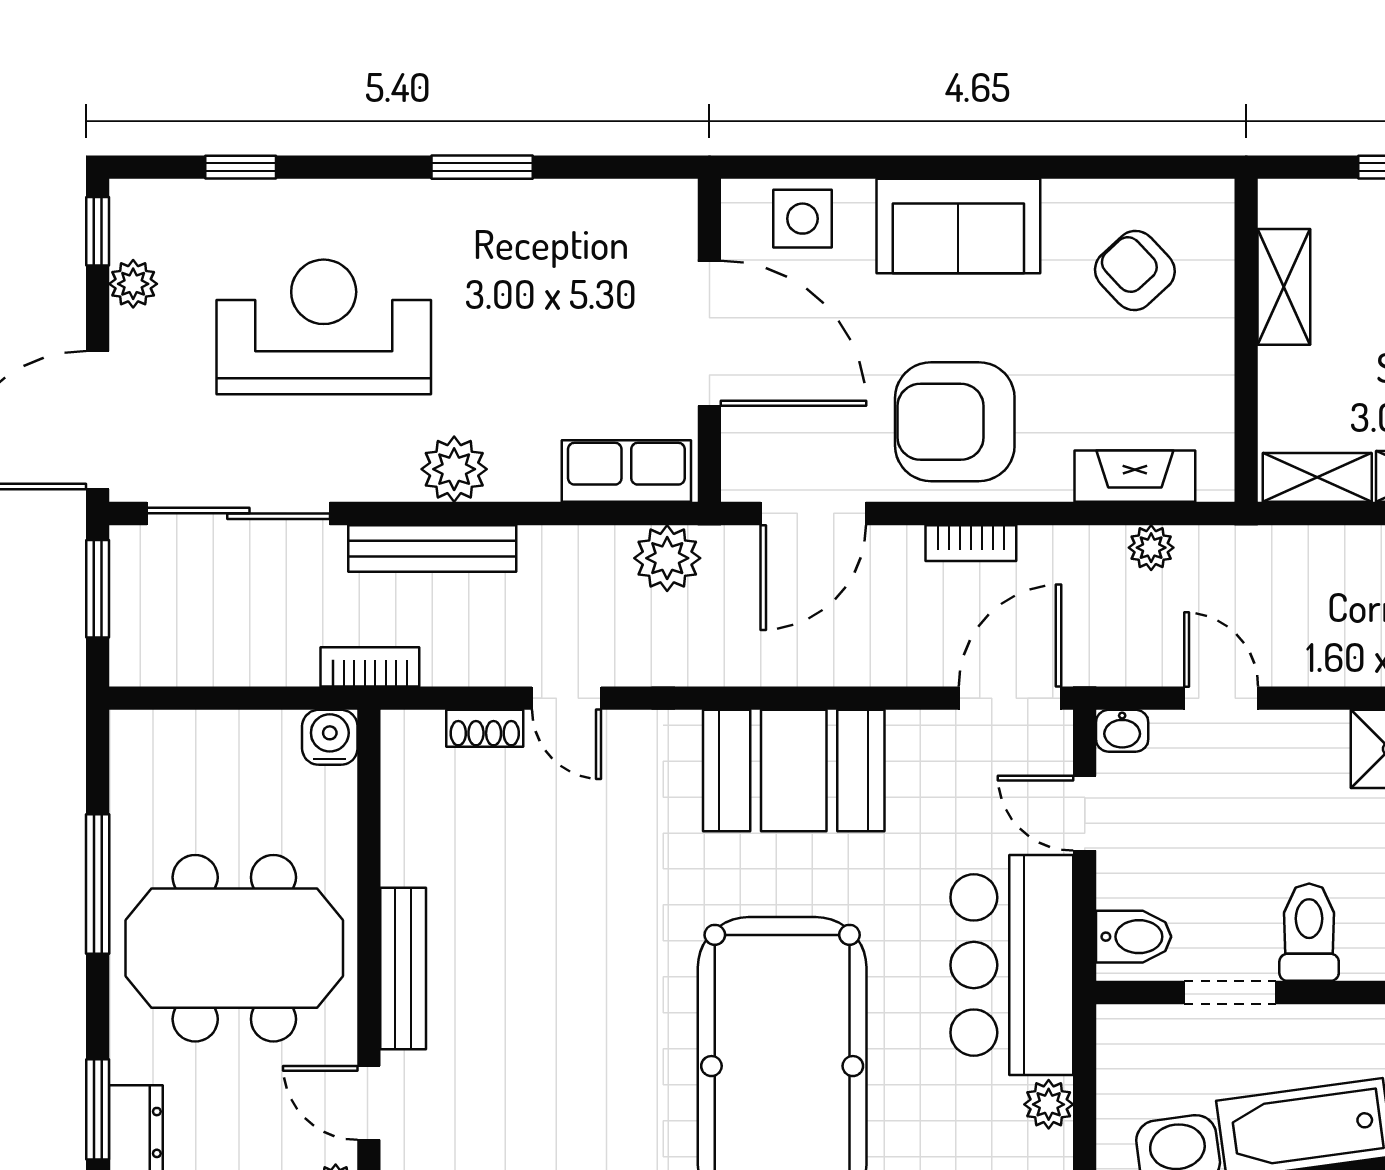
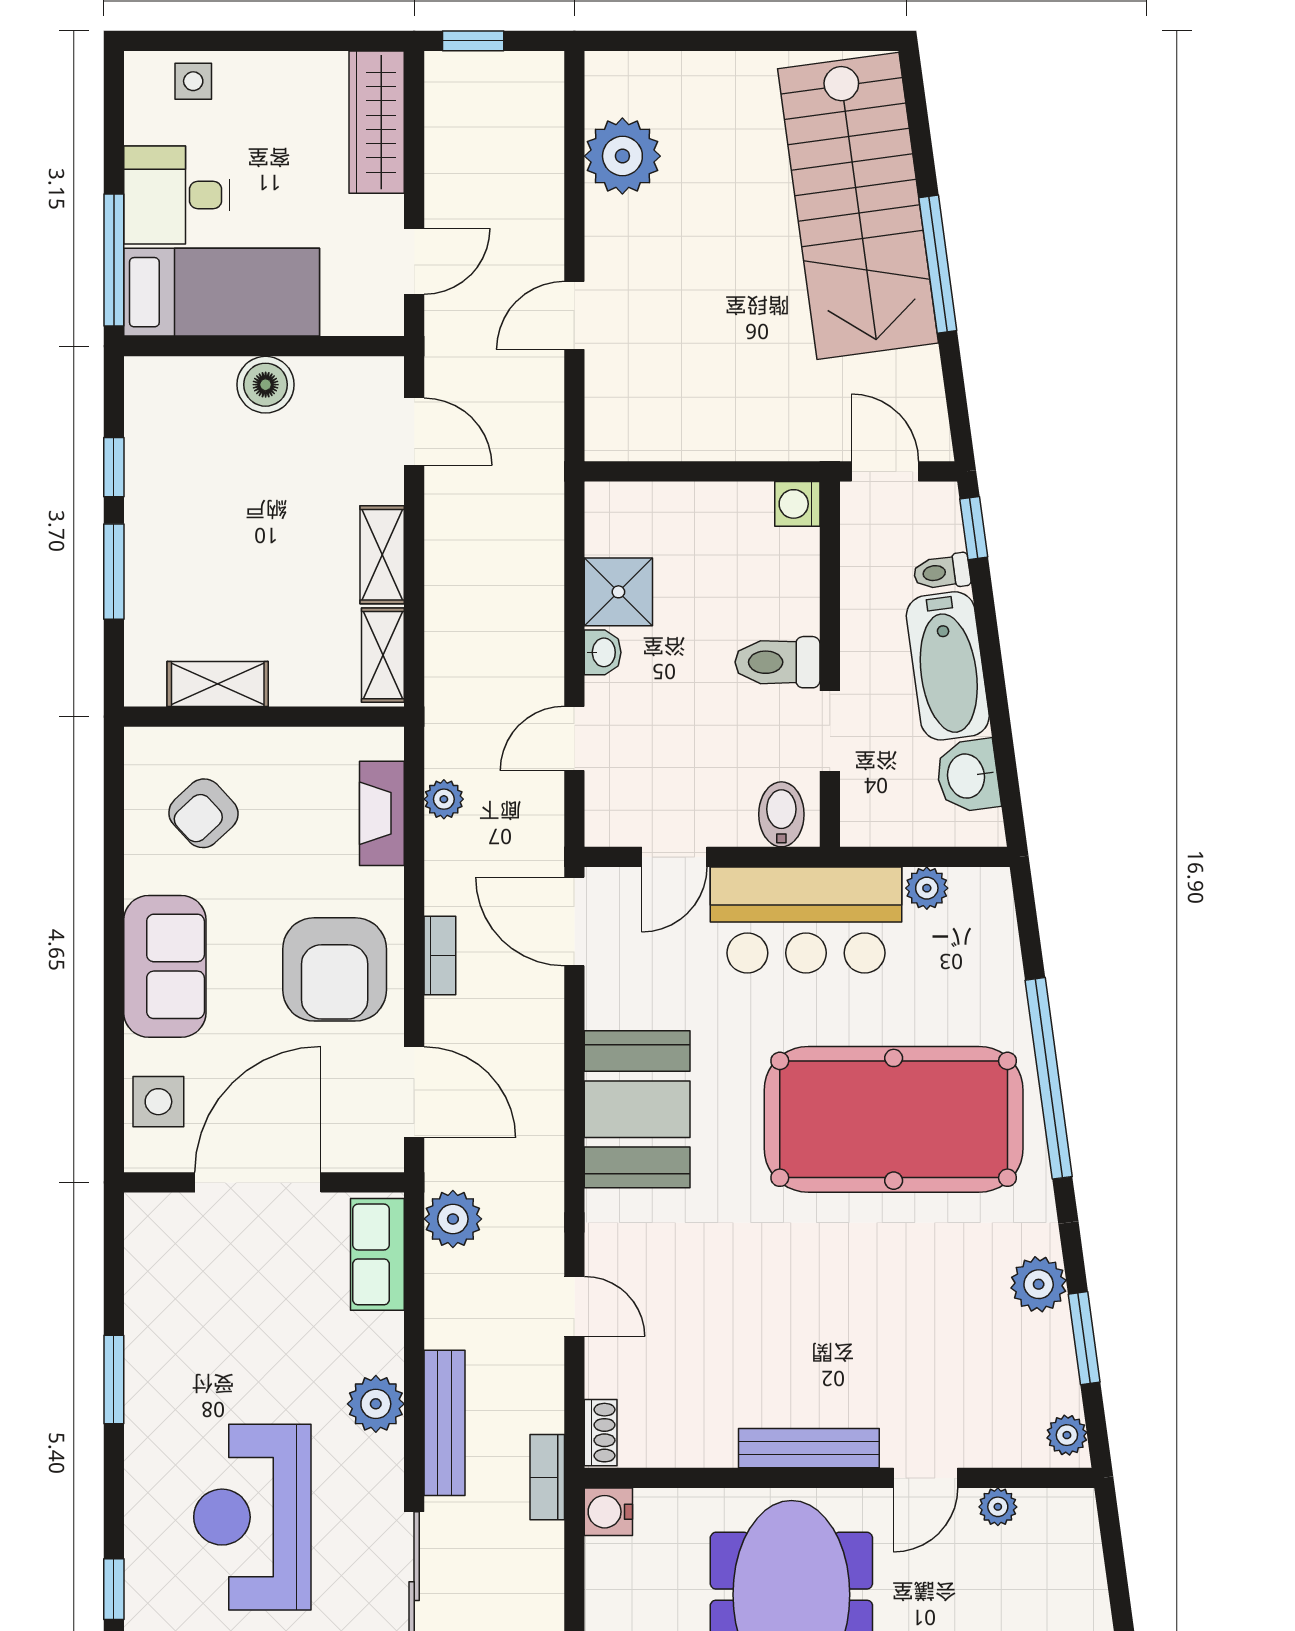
door: (567, 698) -> (574, 1306), hinge flipped
shoe rack: (485, 728) -> (601, 1433), moved
washbasin: (1122, 731) -> (603, 652), moved

